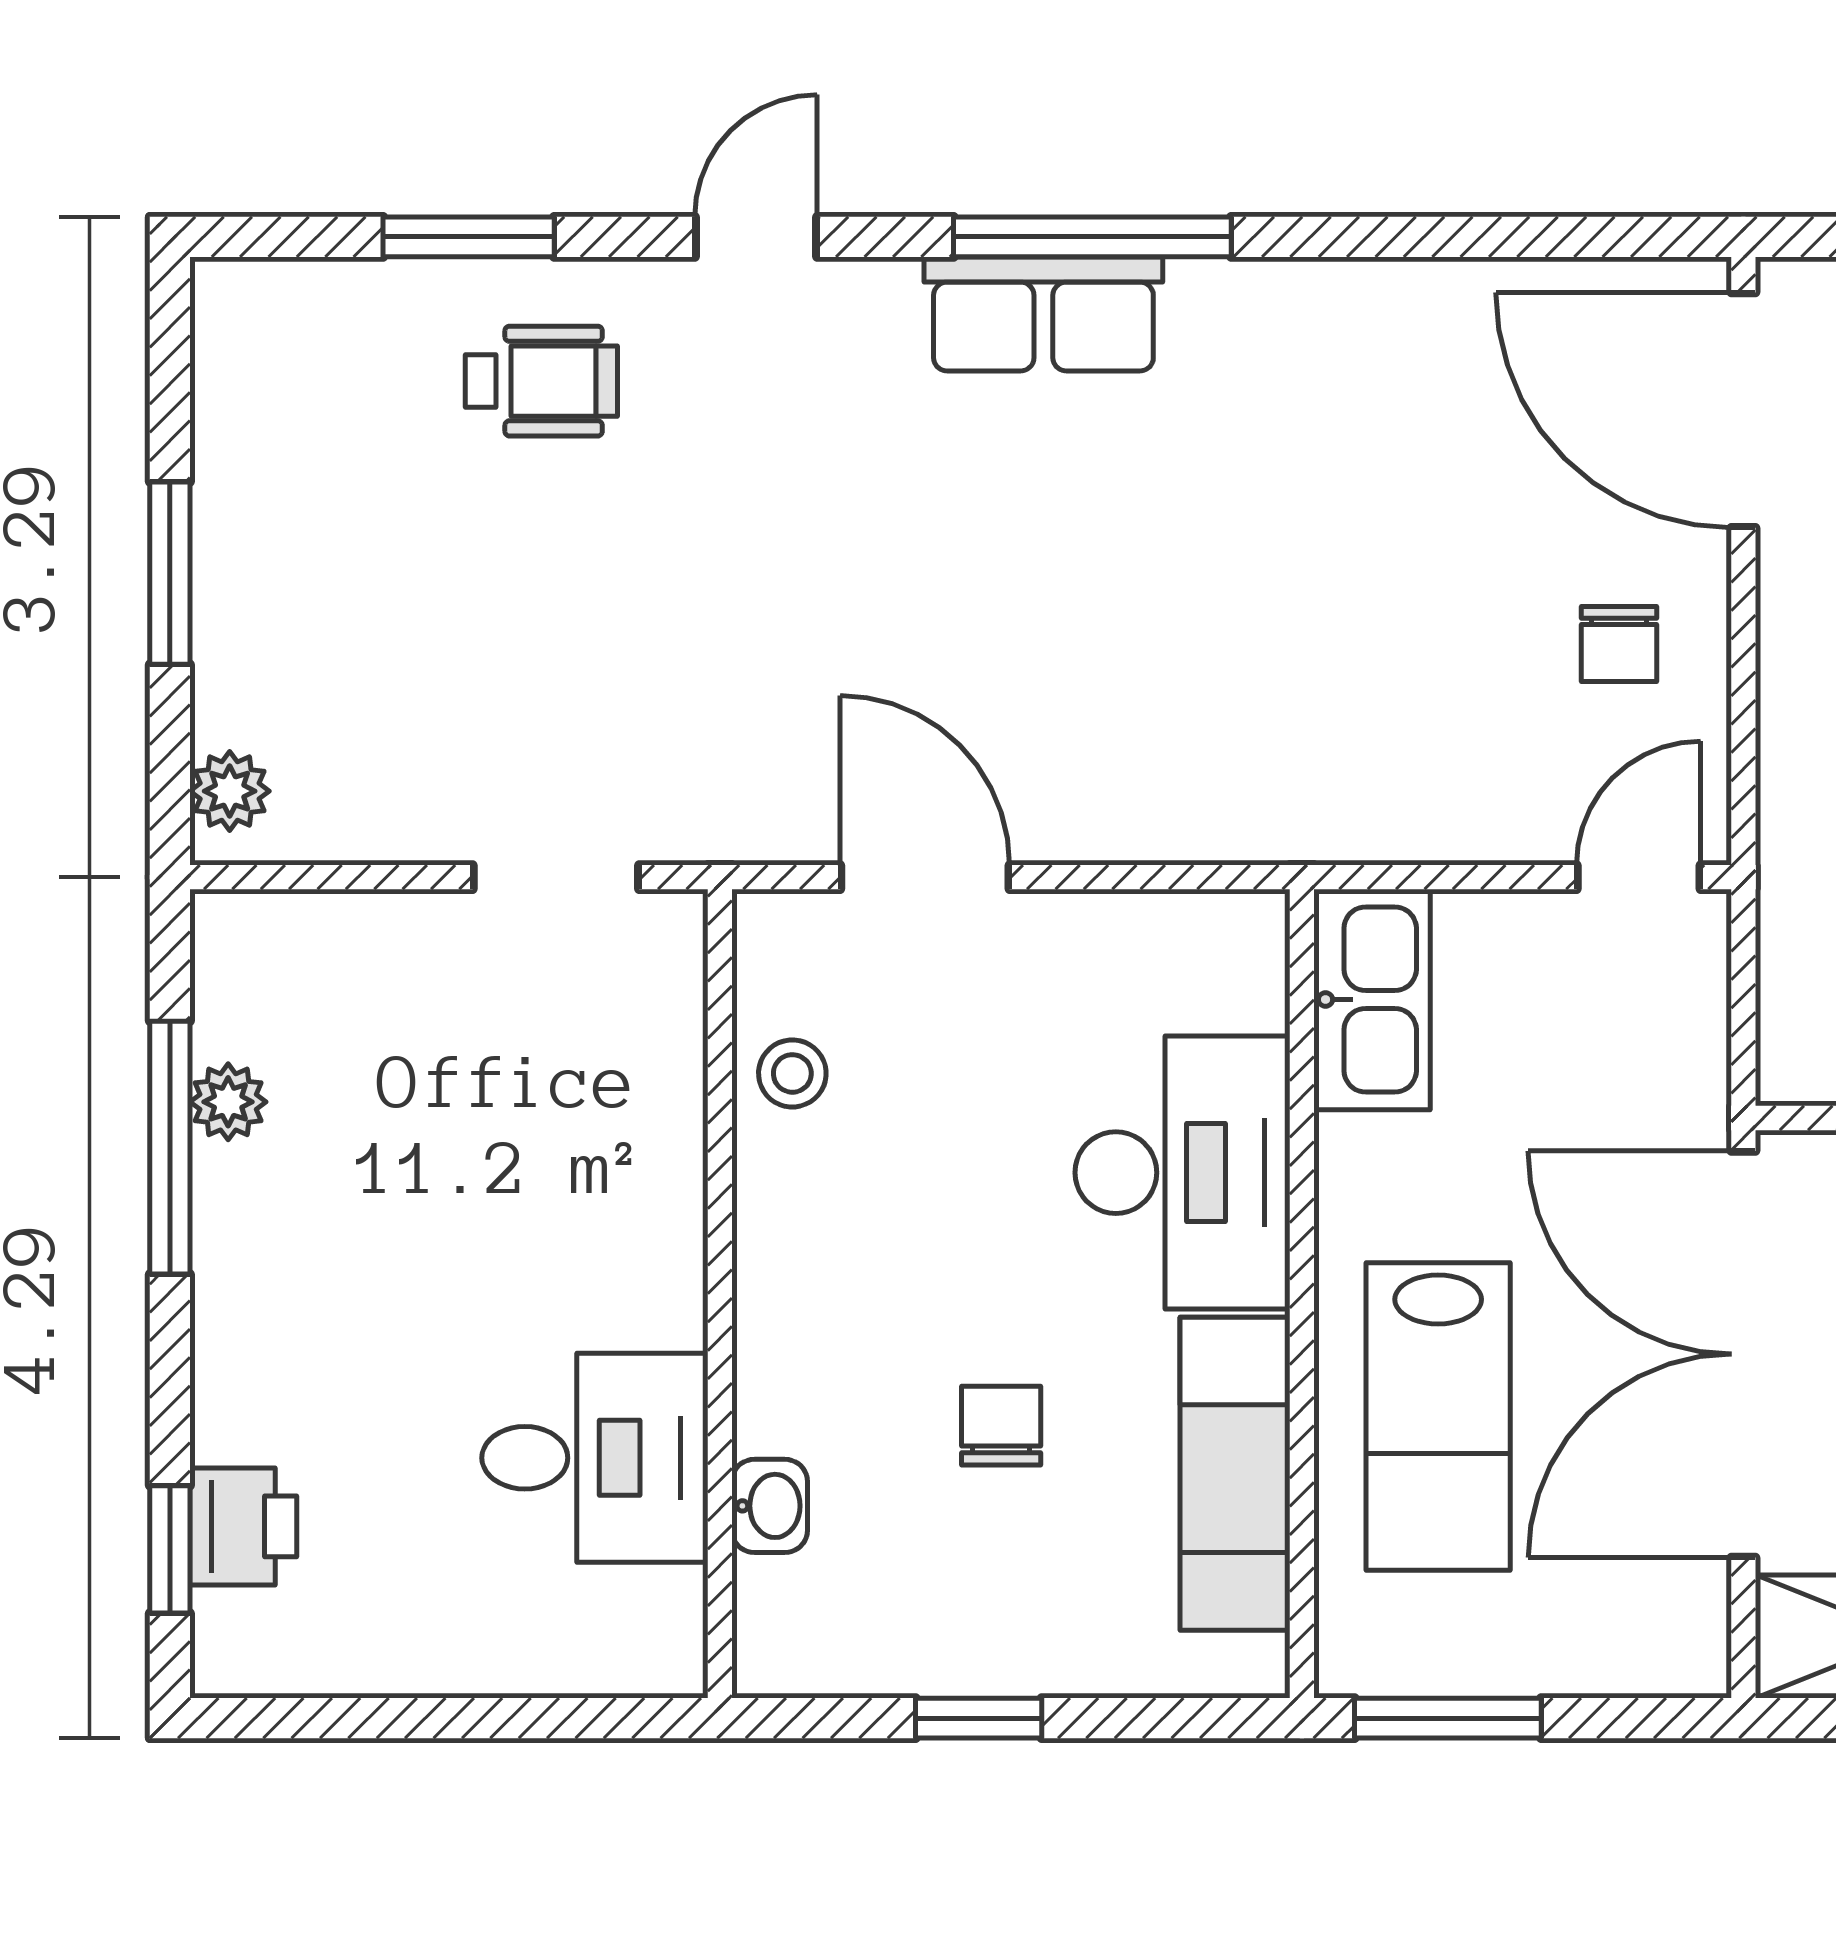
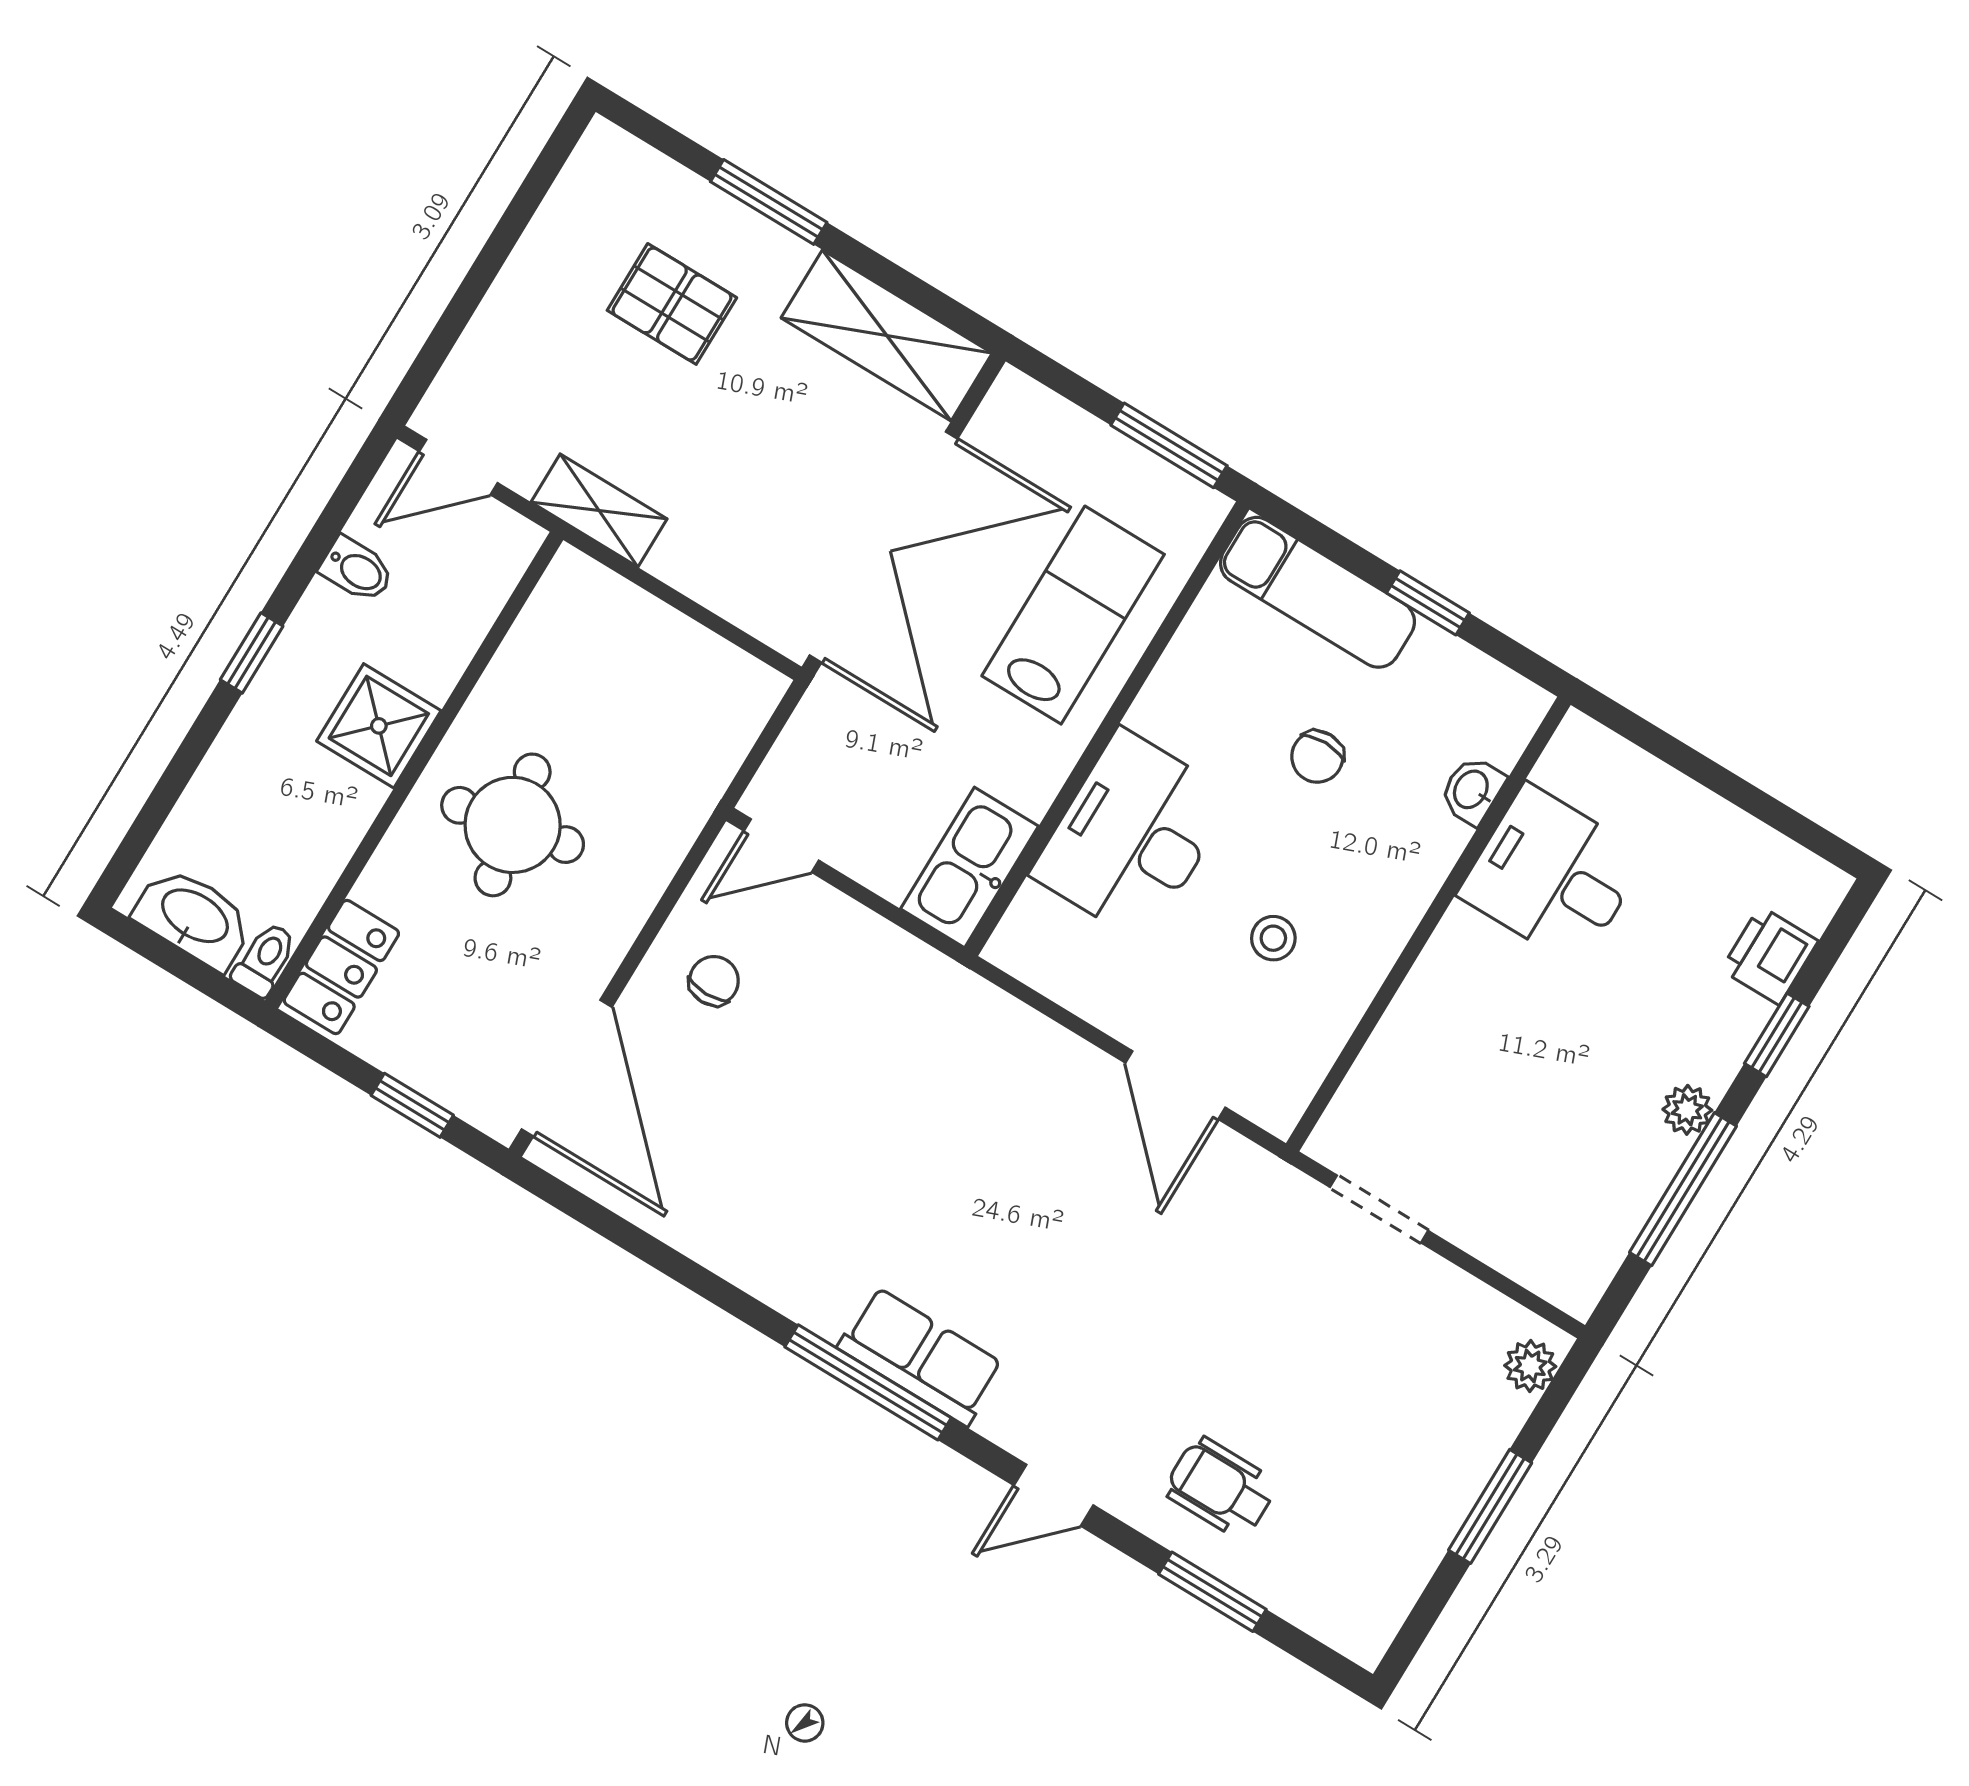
stool: (792, 1073) -> (1273, 938), moved
plant: (228, 1102) -> (1687, 1110), moved
exam couch: (1235, 1474) -> (1317, 592), moved, turned 90
window: (170, 1549) -> (1777, 1035), moved

